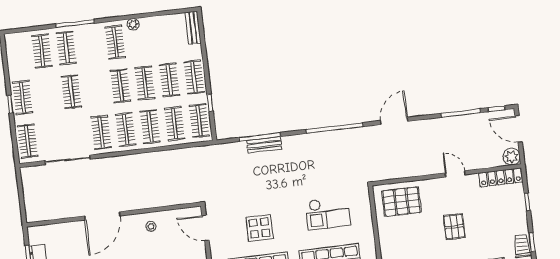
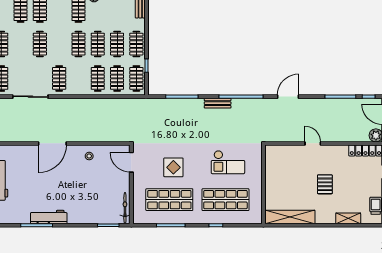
clothes rail: (126, 129) -> (78, 78), removed
bench: (264, 145) -> (218, 103), moved
door: (455, 174) -> (313, 143), moved
pallet: (401, 202) -> (286, 160), removed

